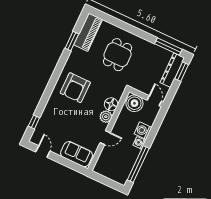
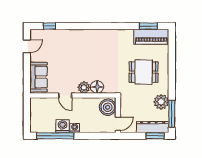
window: (72, 41) -> (148, 26), moved
plant: (153, 51) -> (161, 102), added
armchair: (75, 88) -> (97, 48), removed
washing machine: (143, 131) -> (62, 126), moved

